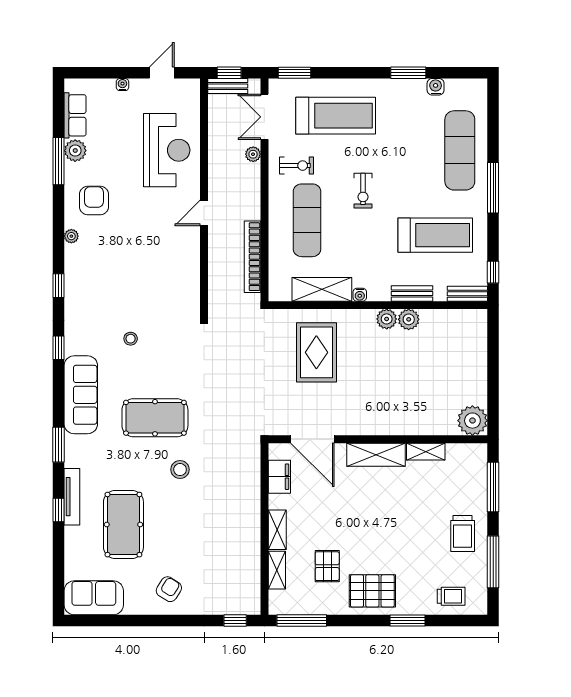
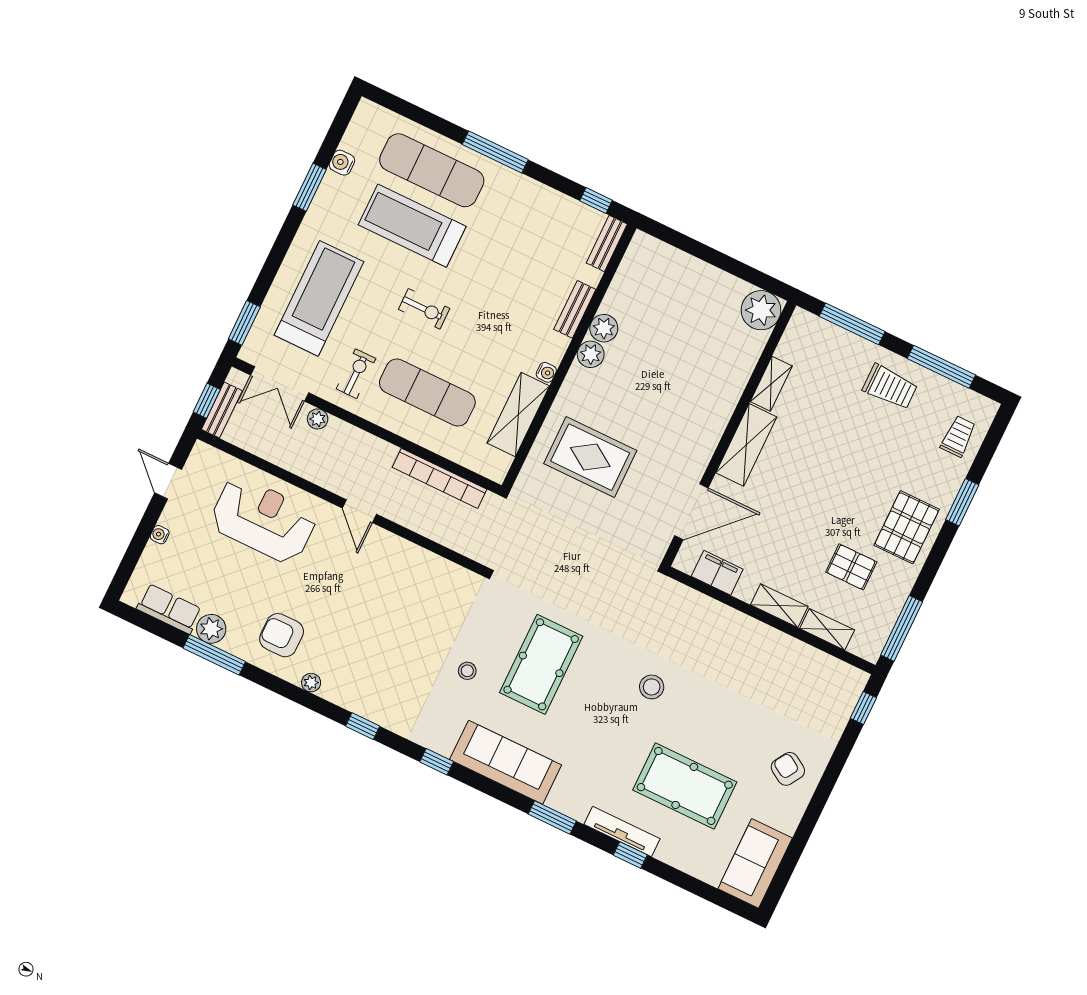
treadmill: (435, 235) -> (412, 226), moved, turned -90
pool table: (155, 418) -> (541, 664), moved

